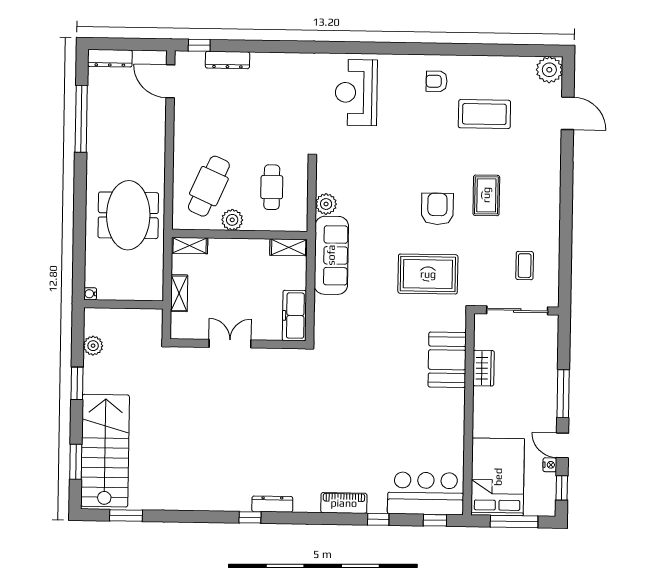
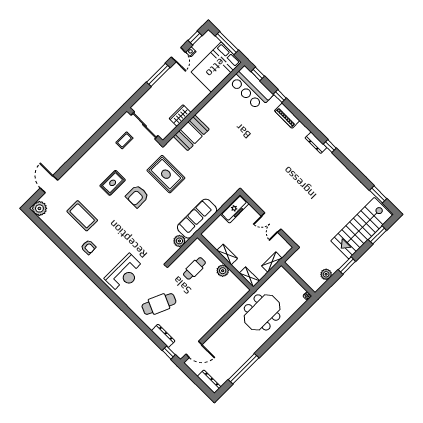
door: (170, 81) -> (194, 349), hinge flipped
cafe table: (209, 186) -> (159, 304), moved
shelving: (289, 247) -> (227, 254), moved

